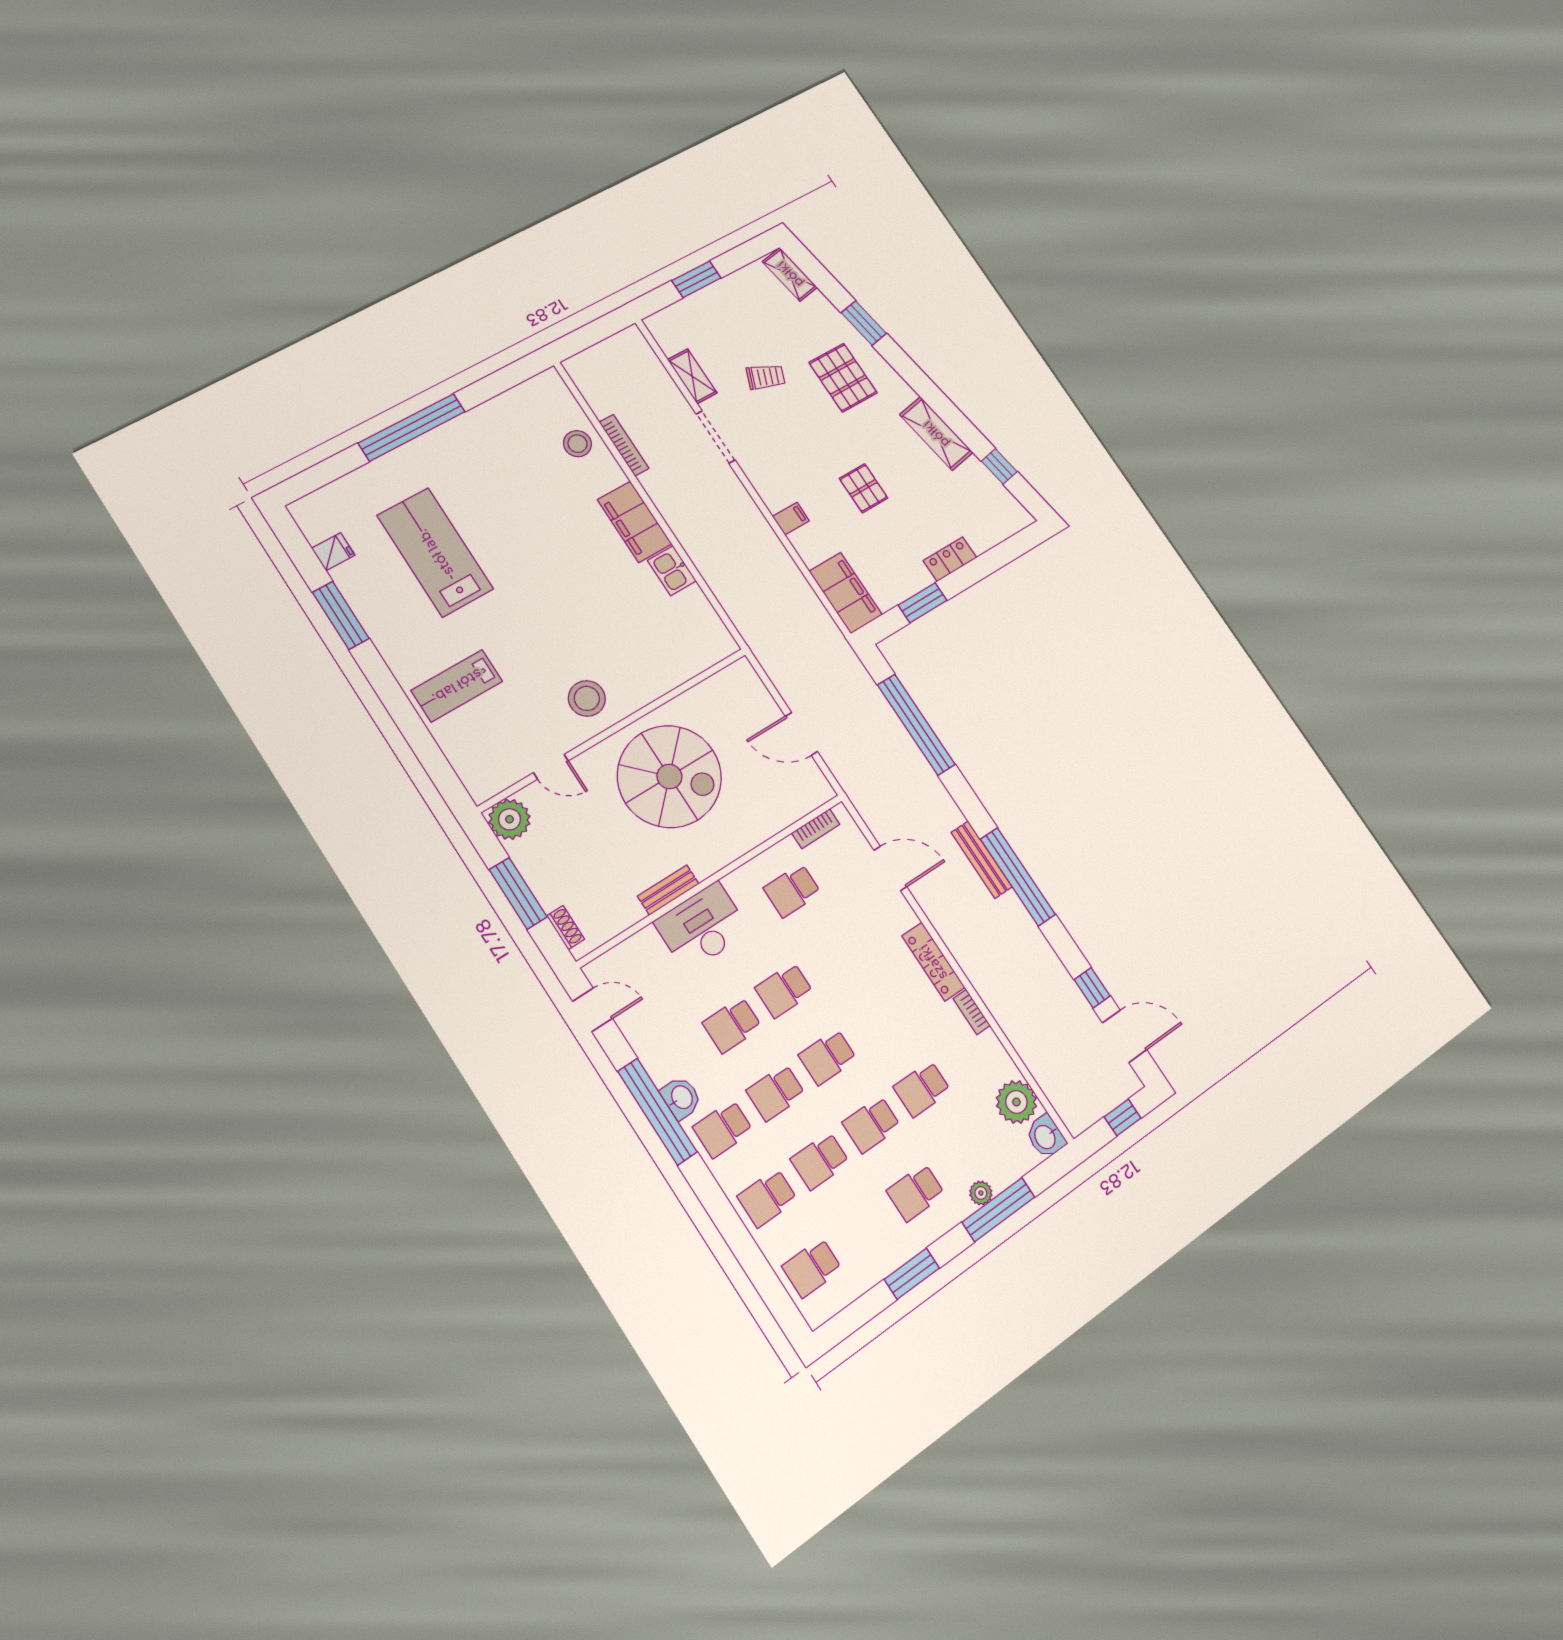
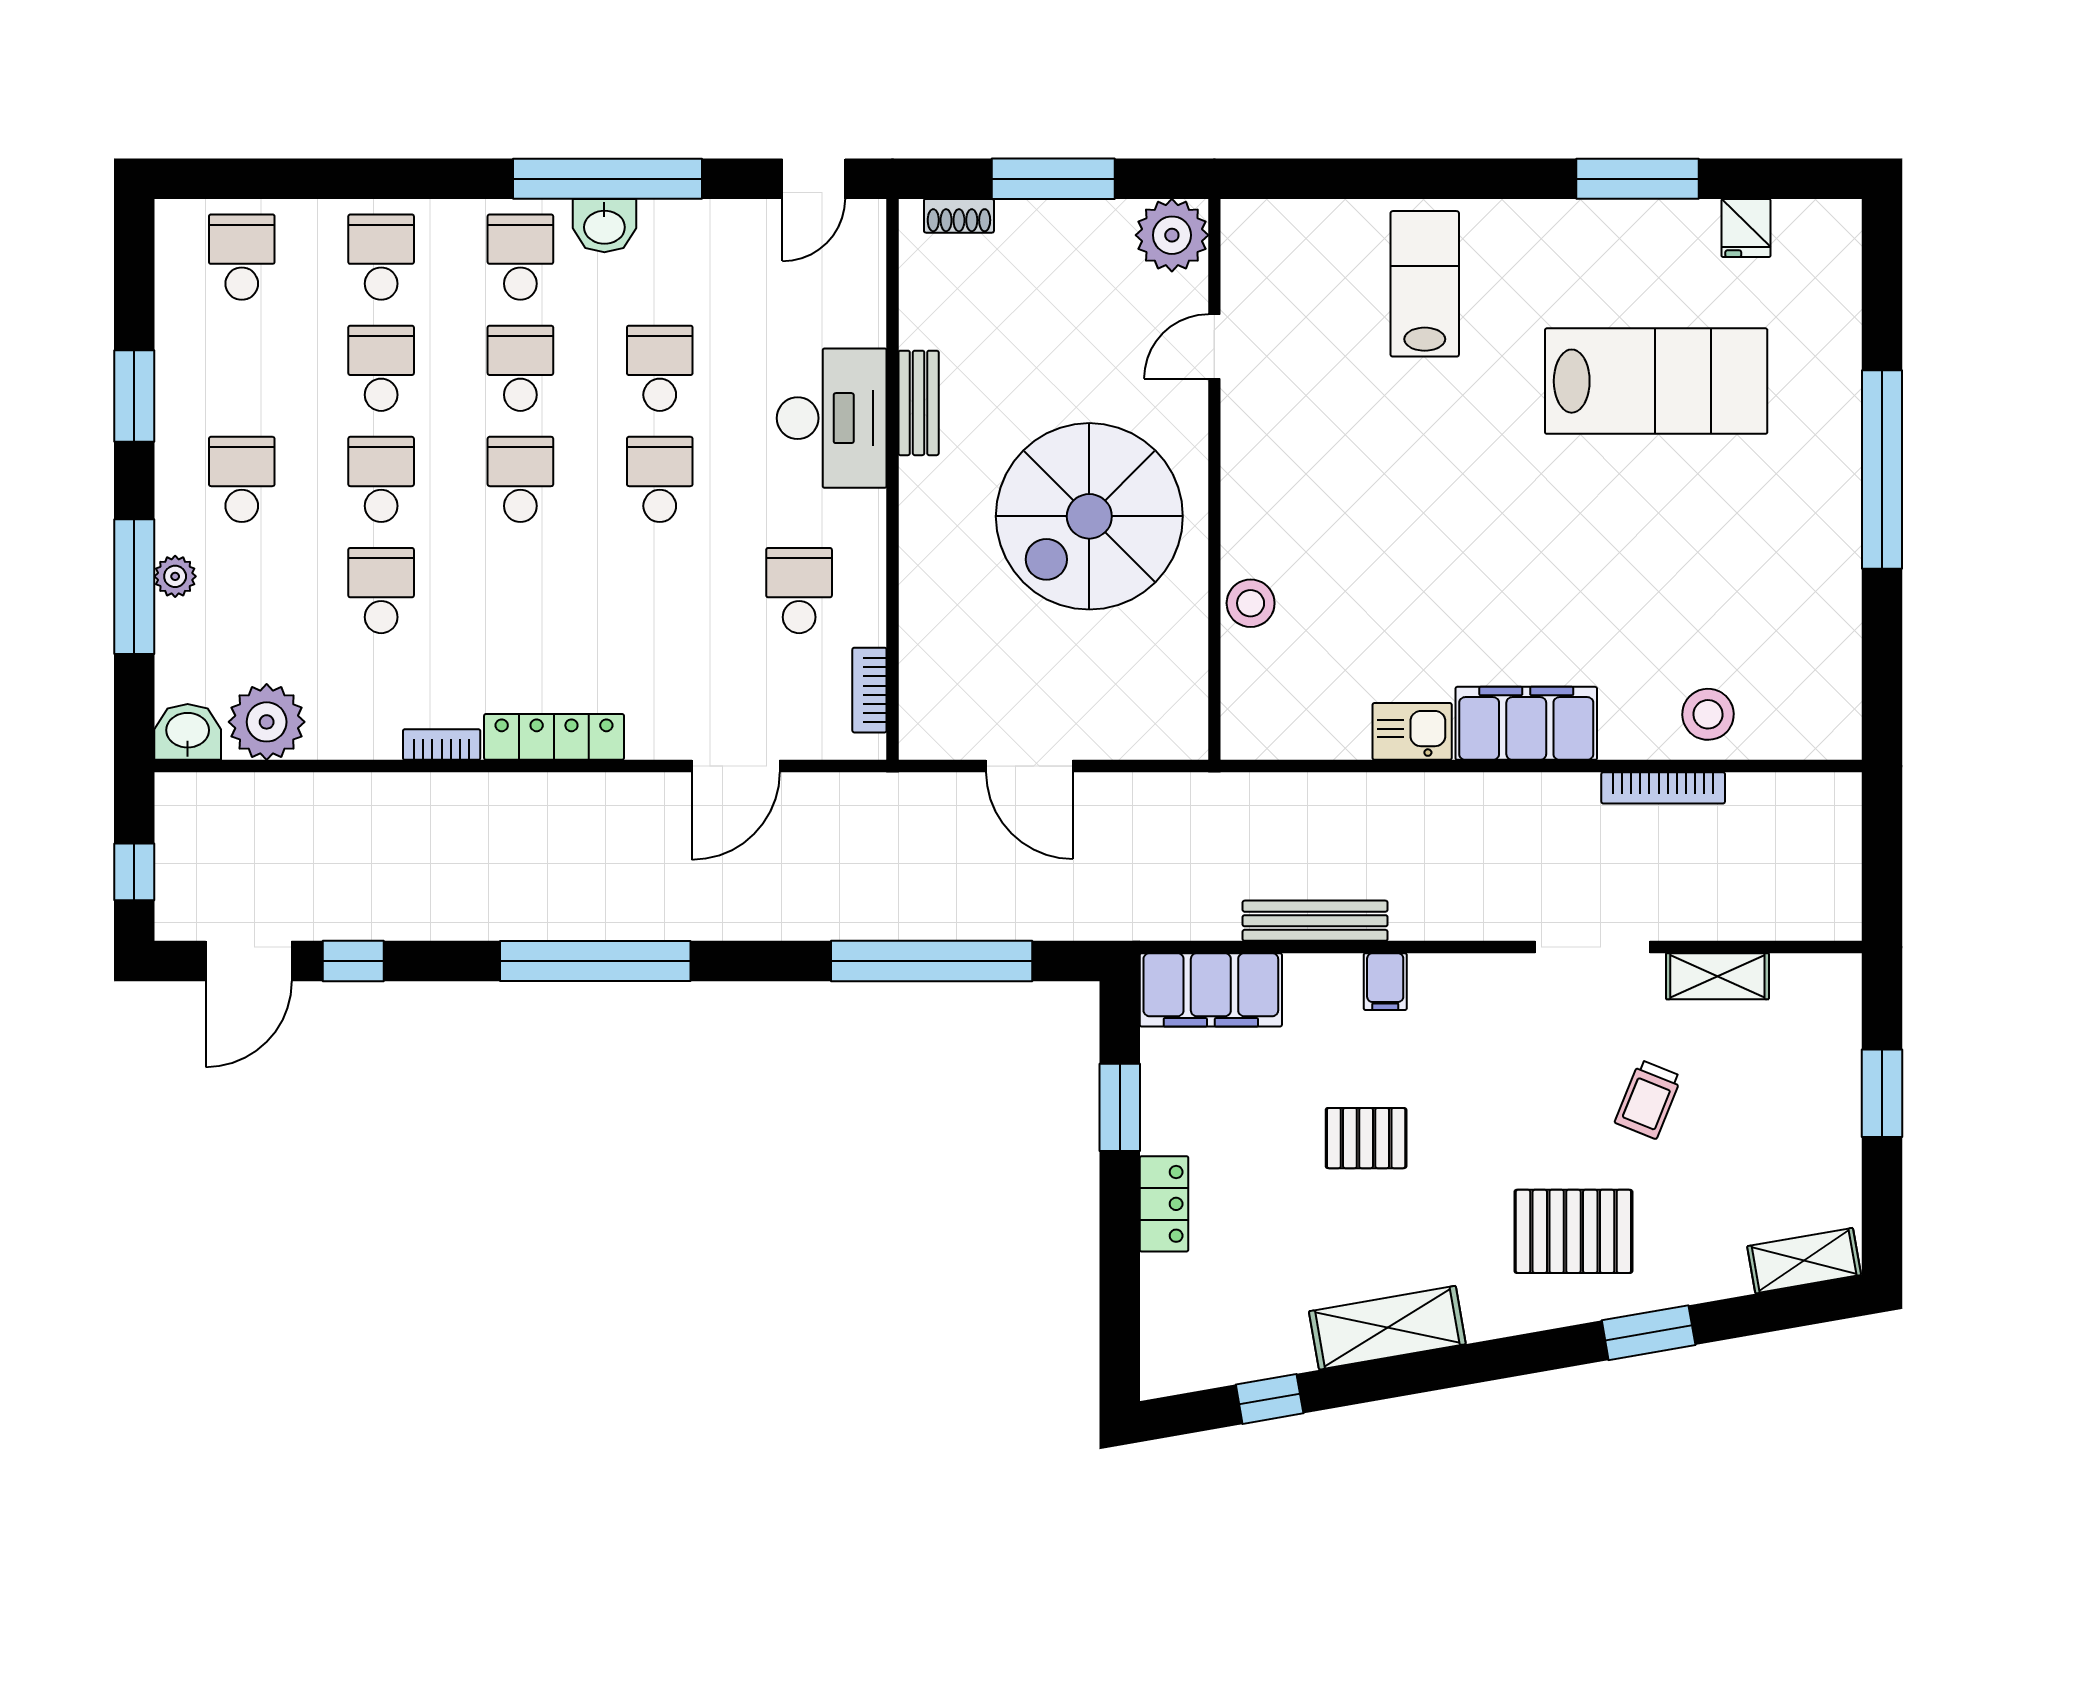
stool: (587, 698) -> (1251, 603), moved, width x0.73, depth x0.73
door: (801, 734) -> (1029, 766), swing flipped
bench: (982, 860) -> (1315, 921), moved

